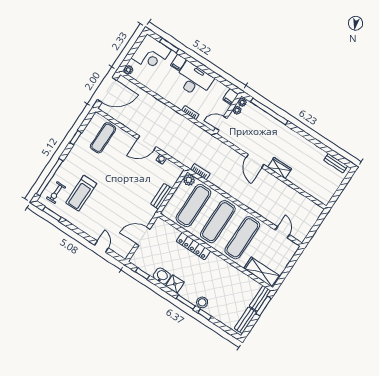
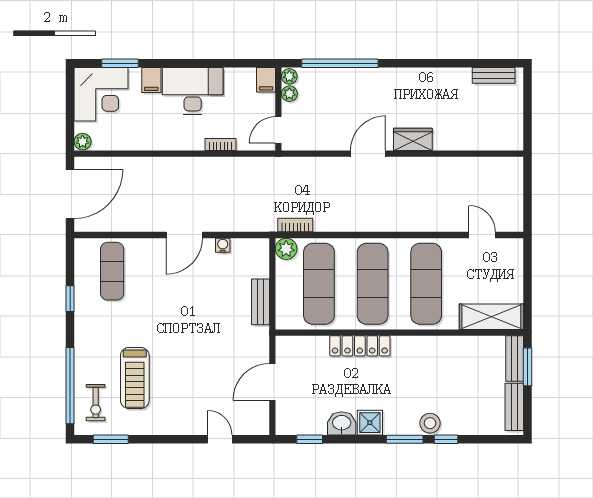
door: (255, 161) -> (368, 154), swing flipped

